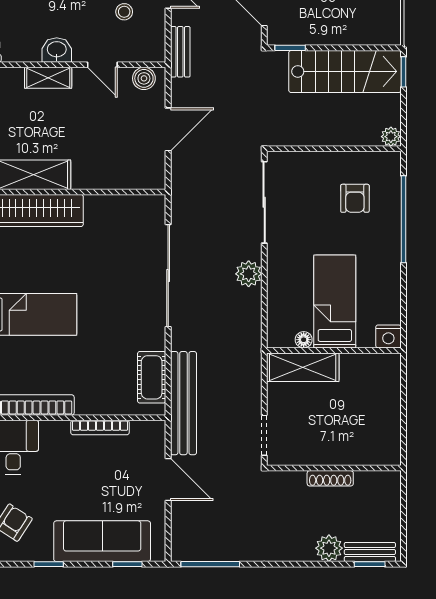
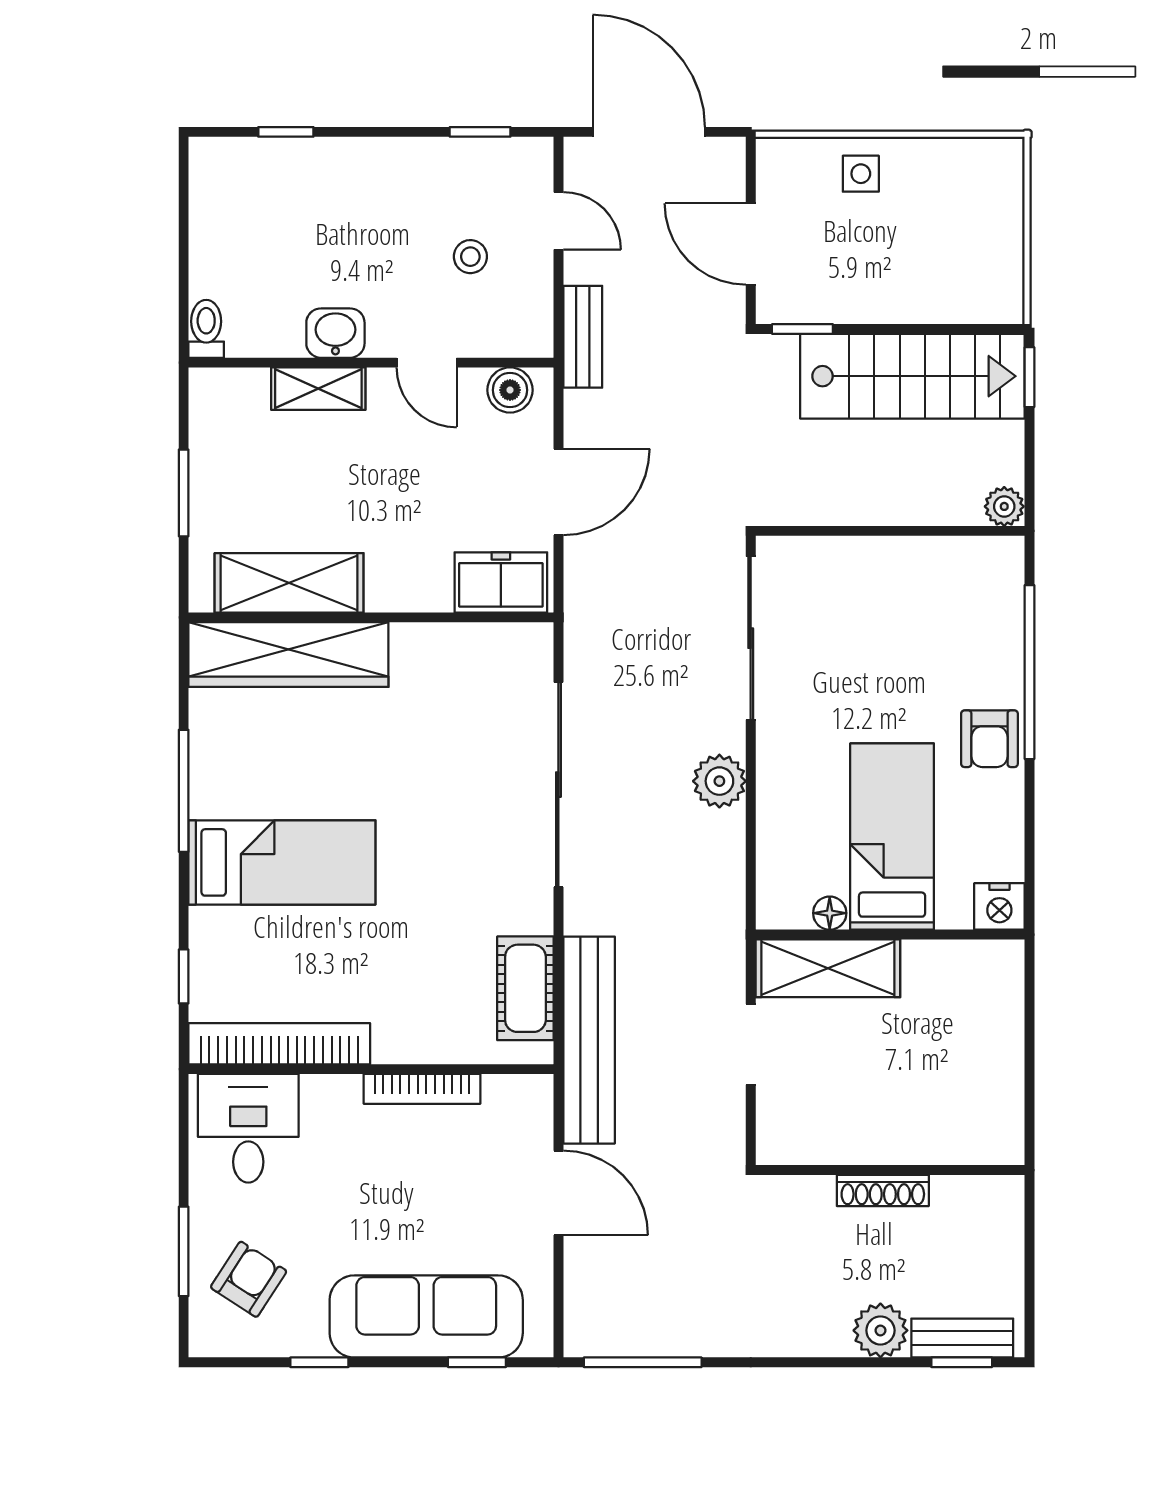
freezer: (139, 175) -> (501, 582), added
armchair: (355, 198) -> (989, 739), moved
doorway: (264, 435) -> (751, 1044), moved

